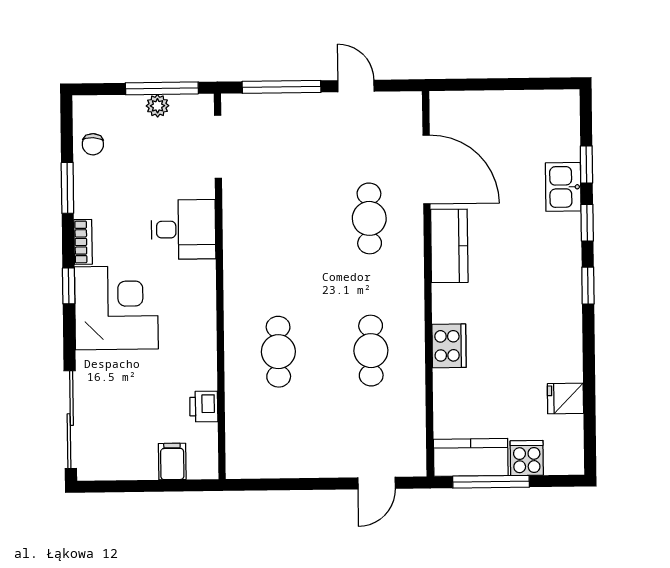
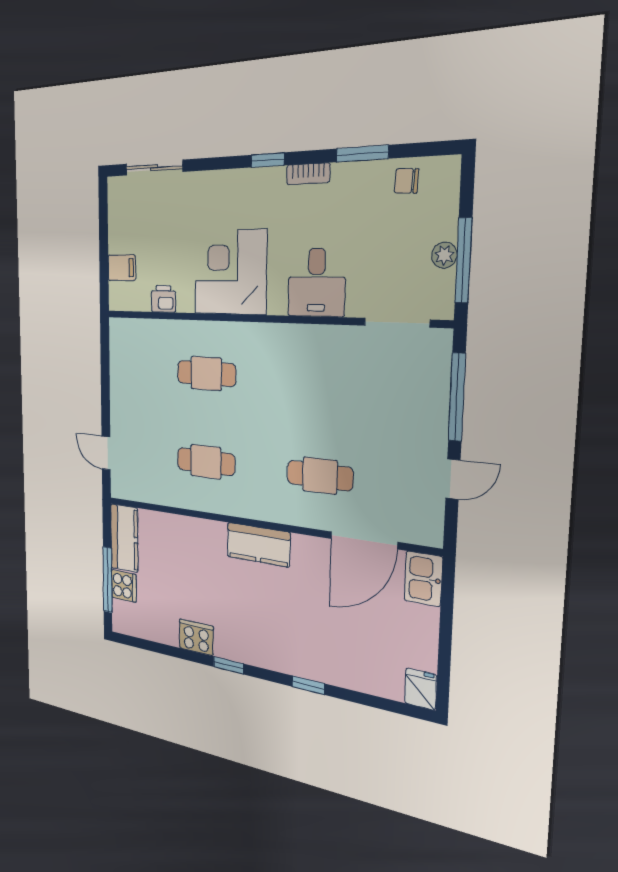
window: (586, 164) -> (361, 698), removed
kitchen sink: (563, 187) -> (423, 579), moved, turned -90
kitchen counter: (449, 246) -> (258, 545), moved
window: (588, 286) -> (228, 665), moved
corner desk: (116, 308) -> (230, 272), moved, turned 180
cooker: (449, 346) -> (196, 637), moved, turned 180
fridge: (565, 398) -> (420, 689), moved
sliding door: (70, 420) -> (154, 168), width x0.73
window: (491, 482) -> (108, 580), moved

